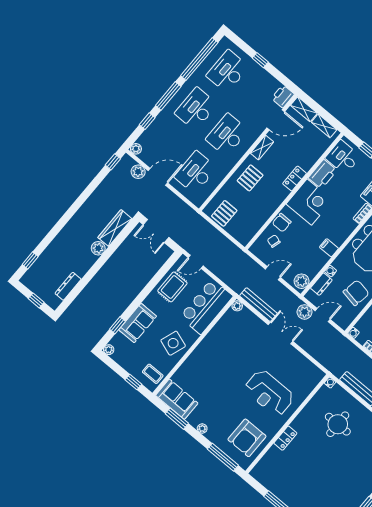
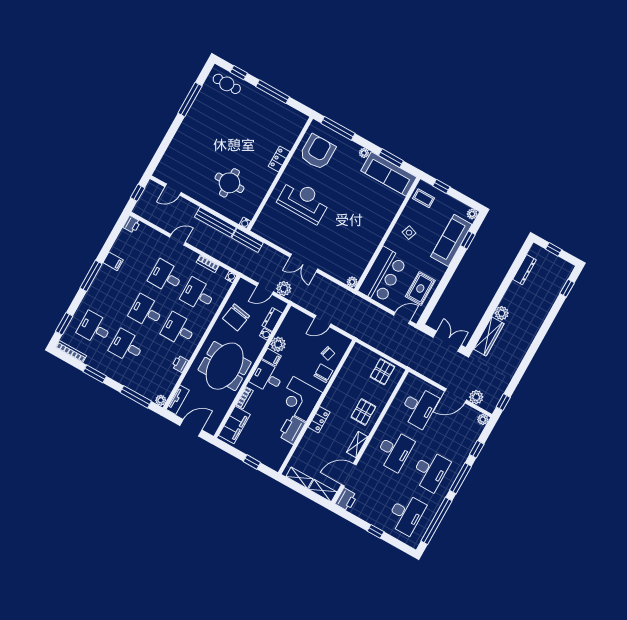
desk: (343, 157) -> (267, 377), moved, turned 180
plant: (302, 281) -> (278, 344), moved
bench: (258, 305) -> (248, 240), moved, width x0.73
sofa: (138, 323) -> (451, 240), width x1.36
side table: (173, 343) -> (409, 233), width x0.54, depth x0.54
sofa: (177, 399) -> (389, 174), width x1.36

